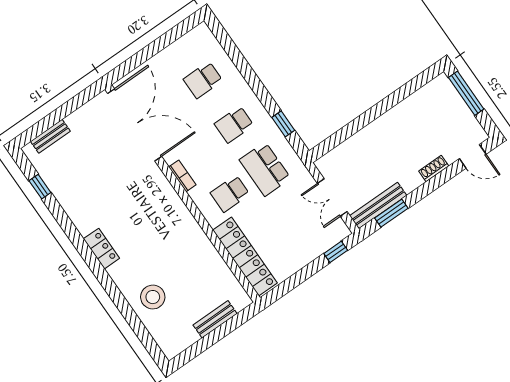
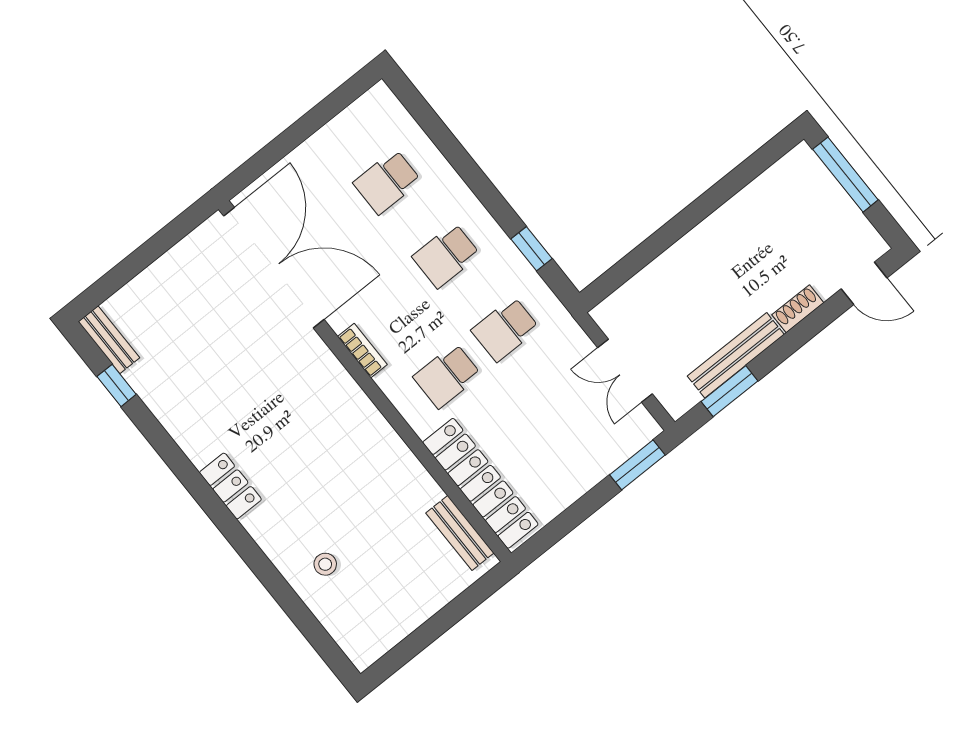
bench: (50, 136) -> (109, 340), moved, turned 90
school desk: (265, 169) -> (505, 329), width x0.54
bench: (378, 206) -> (736, 355), moved
window: (336, 252) -> (637, 465), width x1.50
stool: (153, 297) -> (325, 564), width x0.53, depth x0.53
bench: (215, 319) -> (460, 533), moved, turned 90

